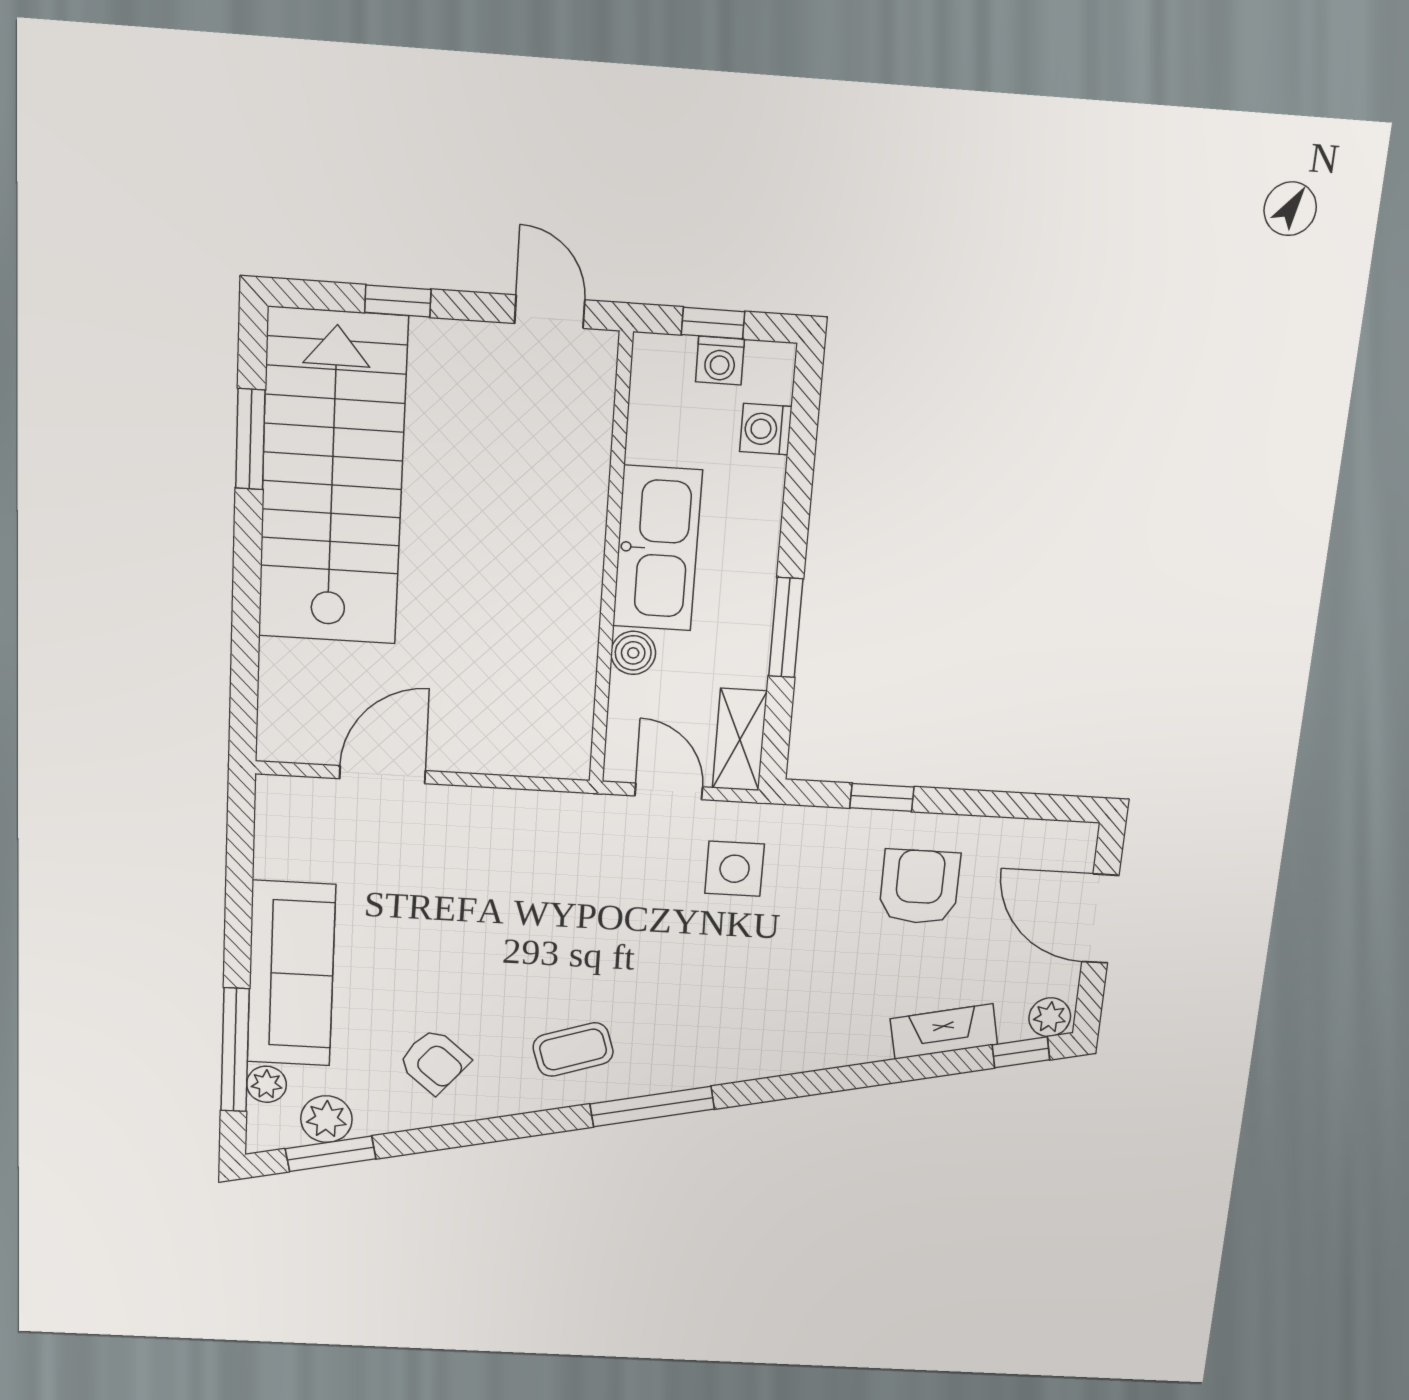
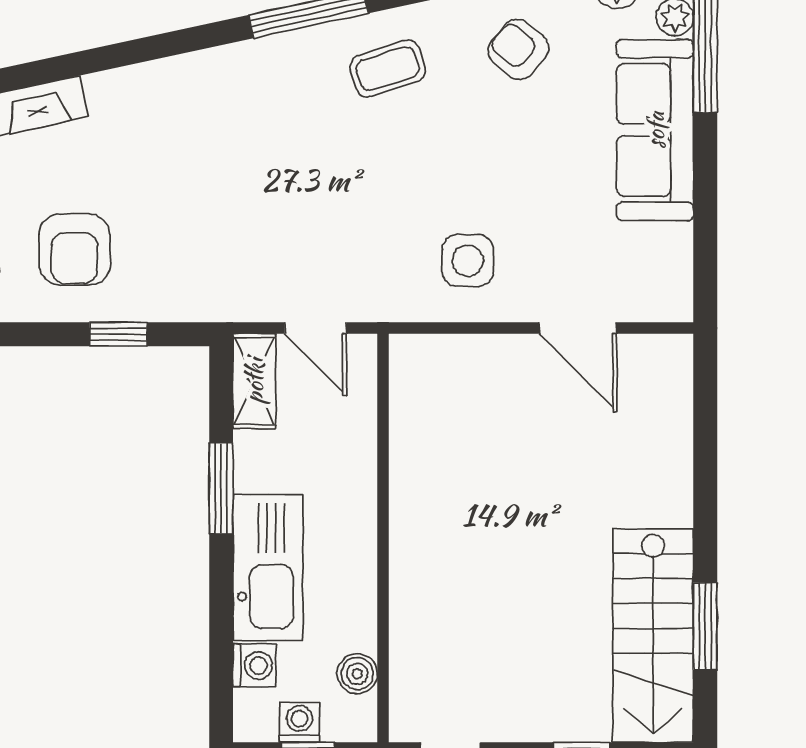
stairs: (332, 478) -> (653, 636), width x0.73, depth x0.66
kitchen sink: (657, 548) -> (268, 567), moved, turned 180
boiler: (633, 653) -> (357, 674), moved
door: (383, 775) -> (578, 328), hinge flipped
side table: (735, 869) -> (468, 261), moved

